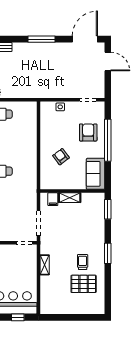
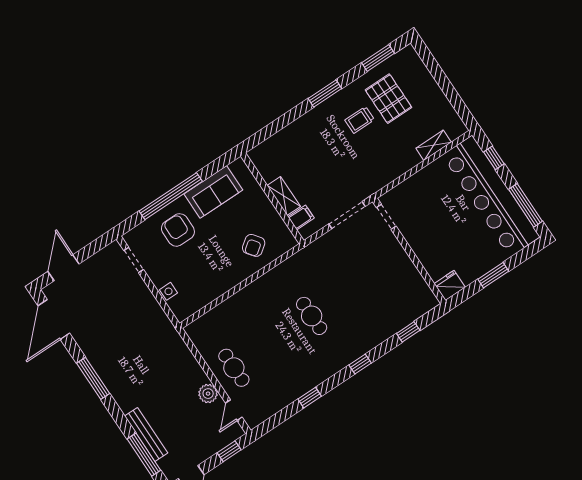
door: (85, 39) -> (54, 319), hinge flipped
armchair: (88, 132) -> (178, 230), turned 90
armchair: (61, 157) -> (254, 245), moved
sofa: (96, 174) -> (213, 192), moved
window: (108, 209) -> (378, 58), moved
shelving: (45, 265) -> (434, 145), moved

